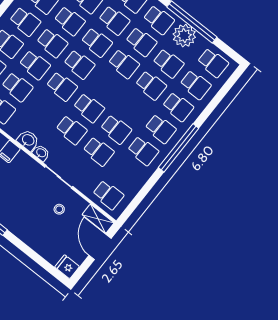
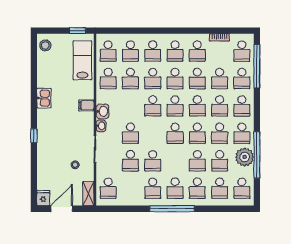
school desk: (89, 108) -> (175, 133), moved
door: (100, 247) -> (62, 209), moved

